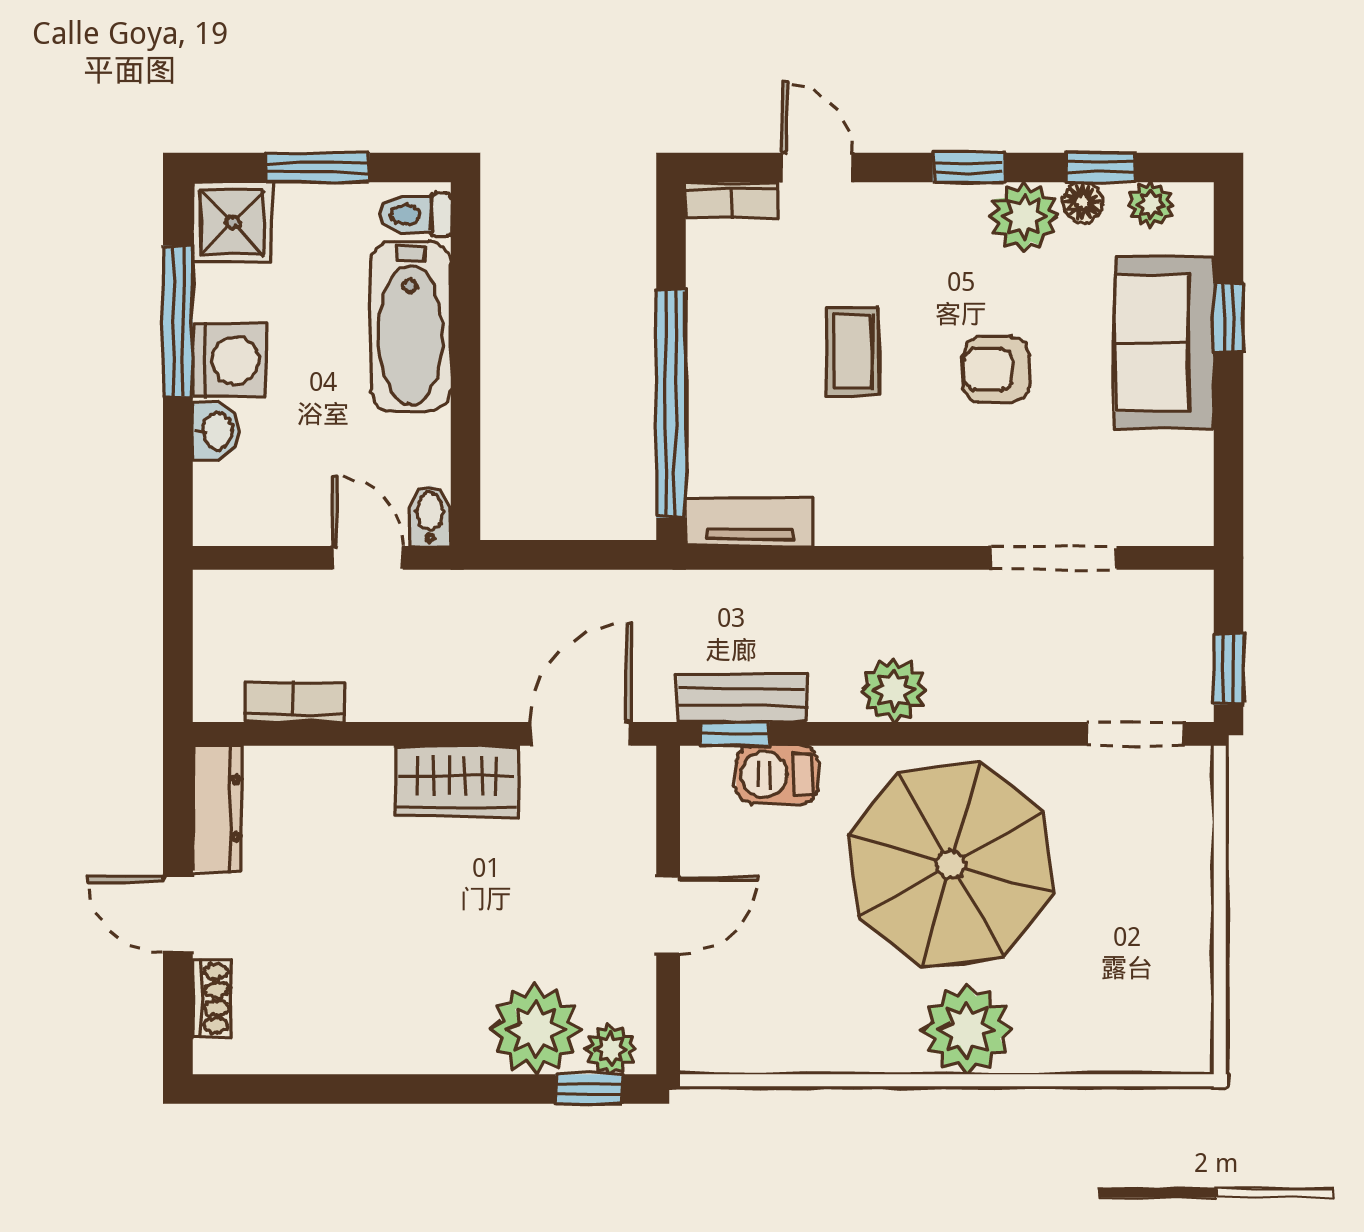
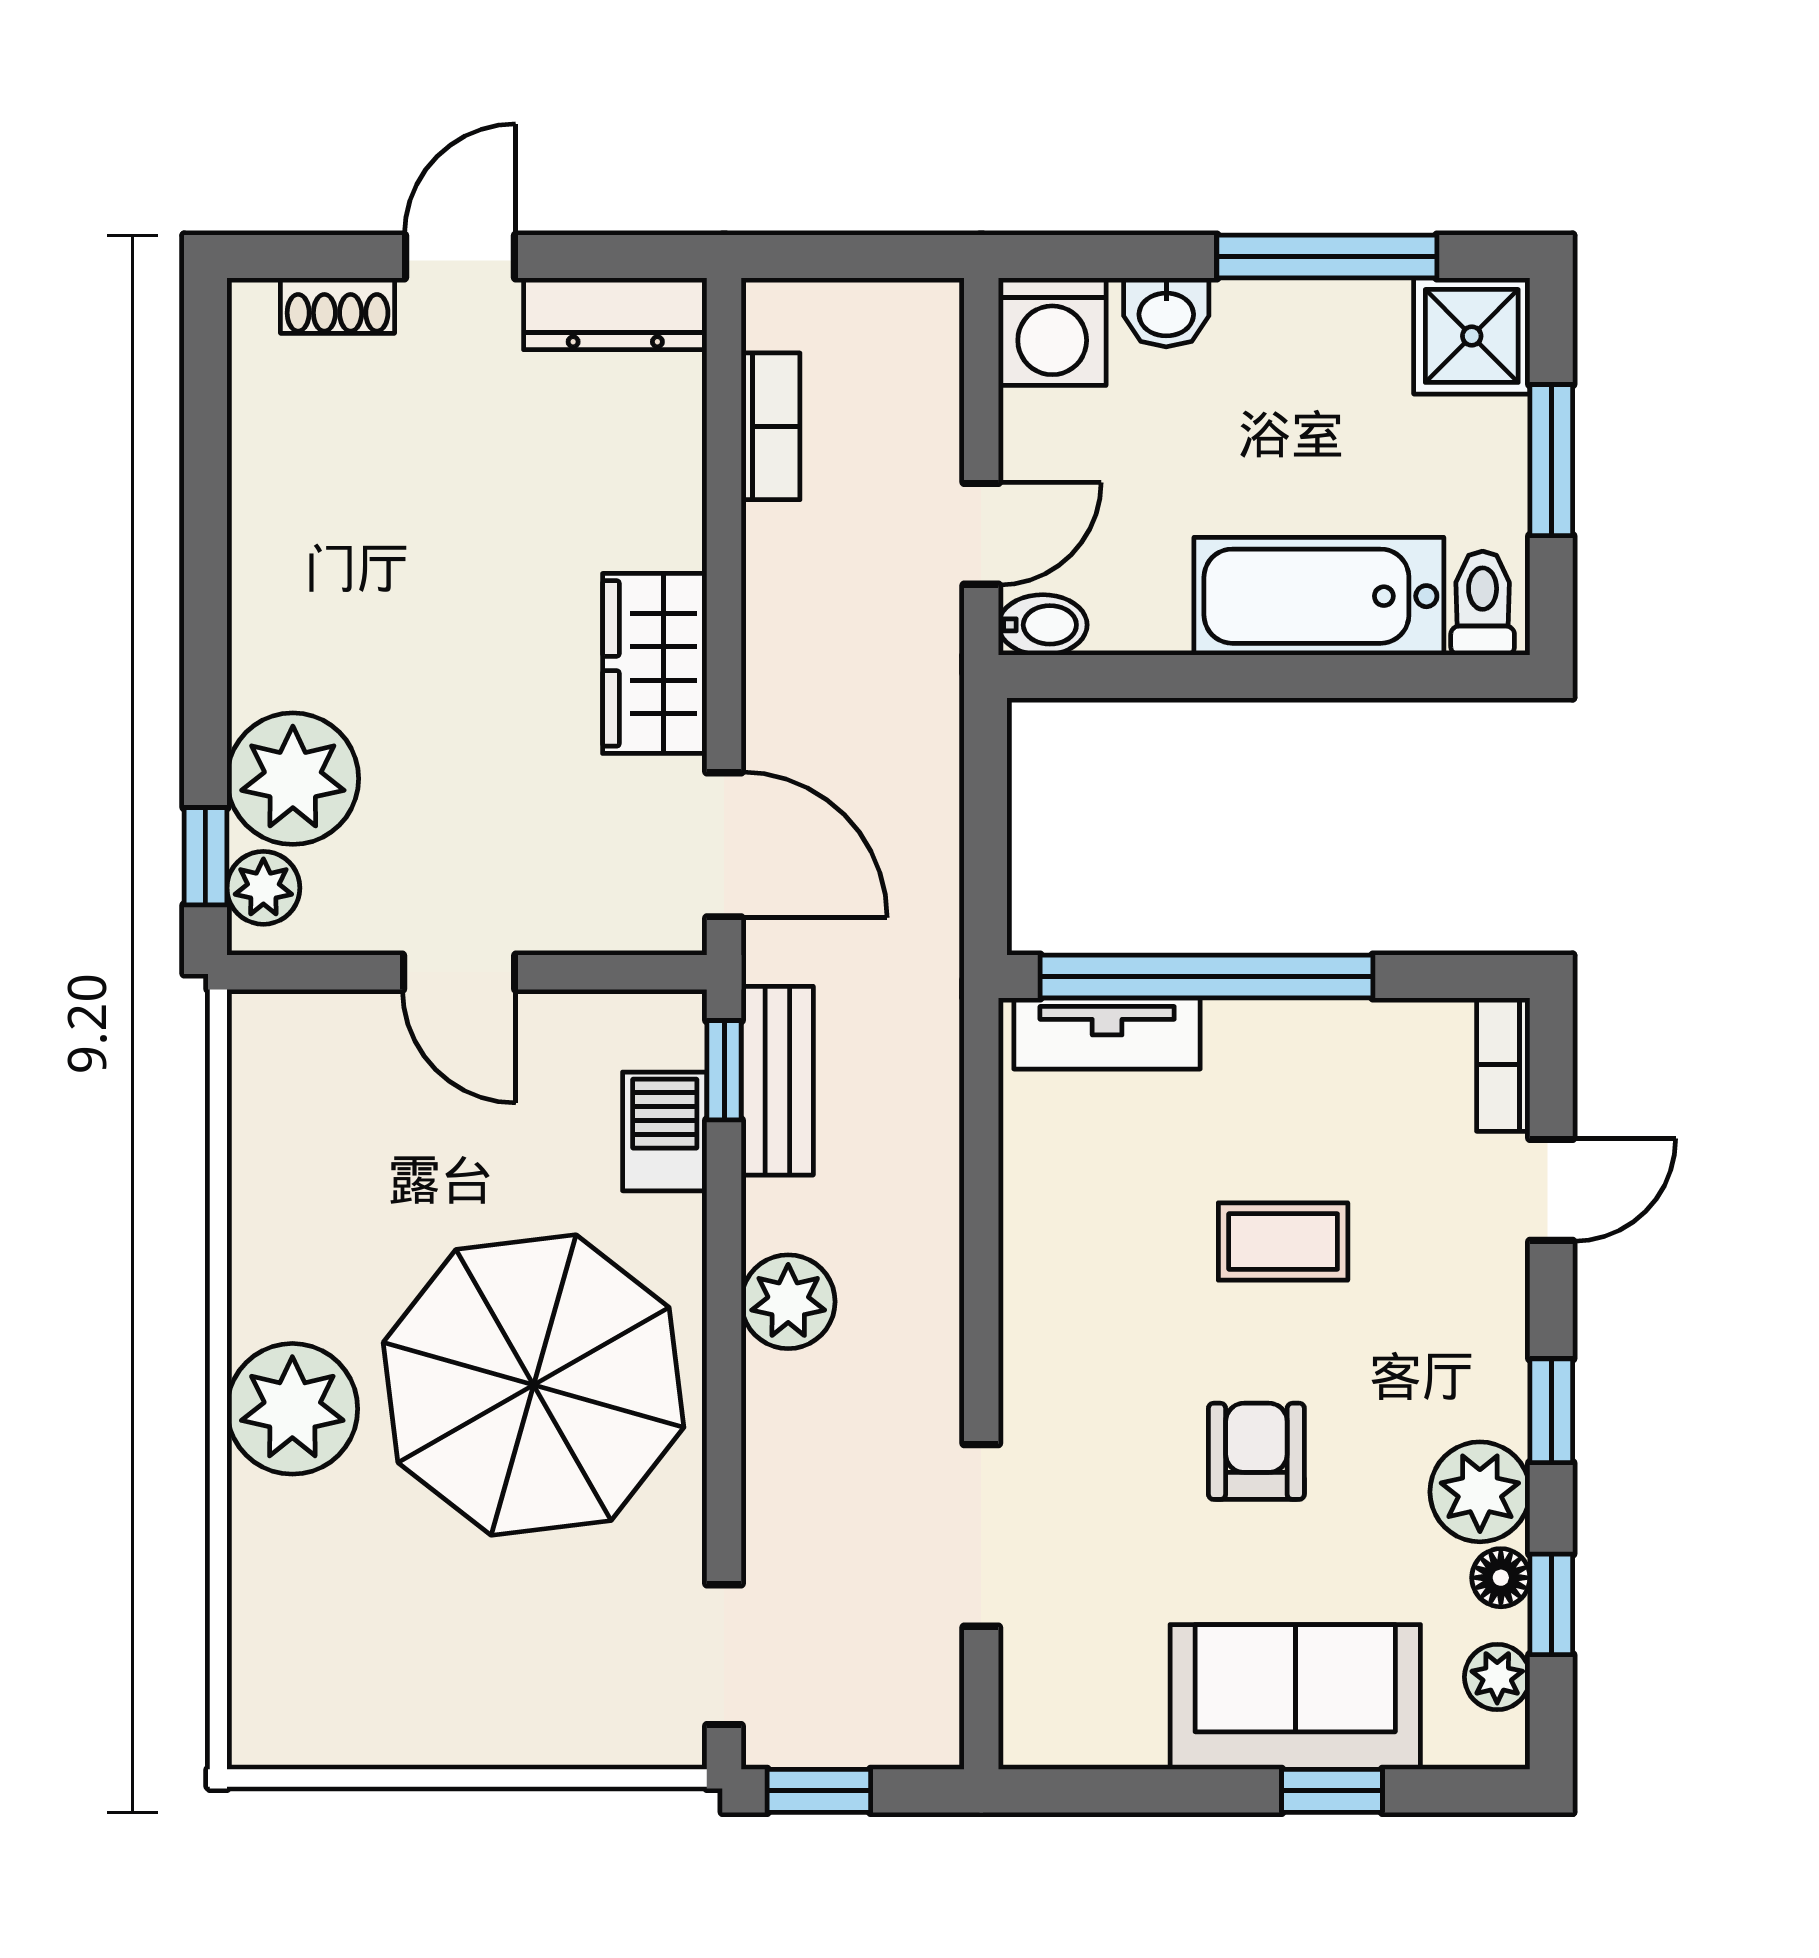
washing machine: (229, 360) -> (1052, 332), moved
tv unit: (750, 522) -> (1107, 1034), moved, turned 90

